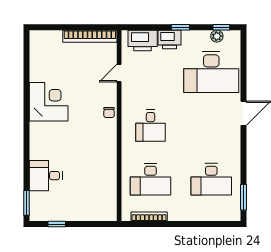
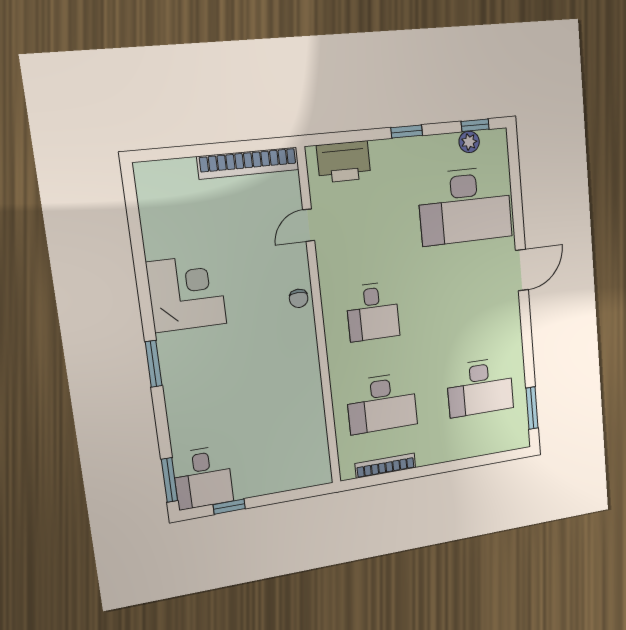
printer: (170, 39) -> (390, 155), removed
window: (26, 137) -> (154, 364), added
desk: (46, 176) -> (203, 478), moved, turned -90

